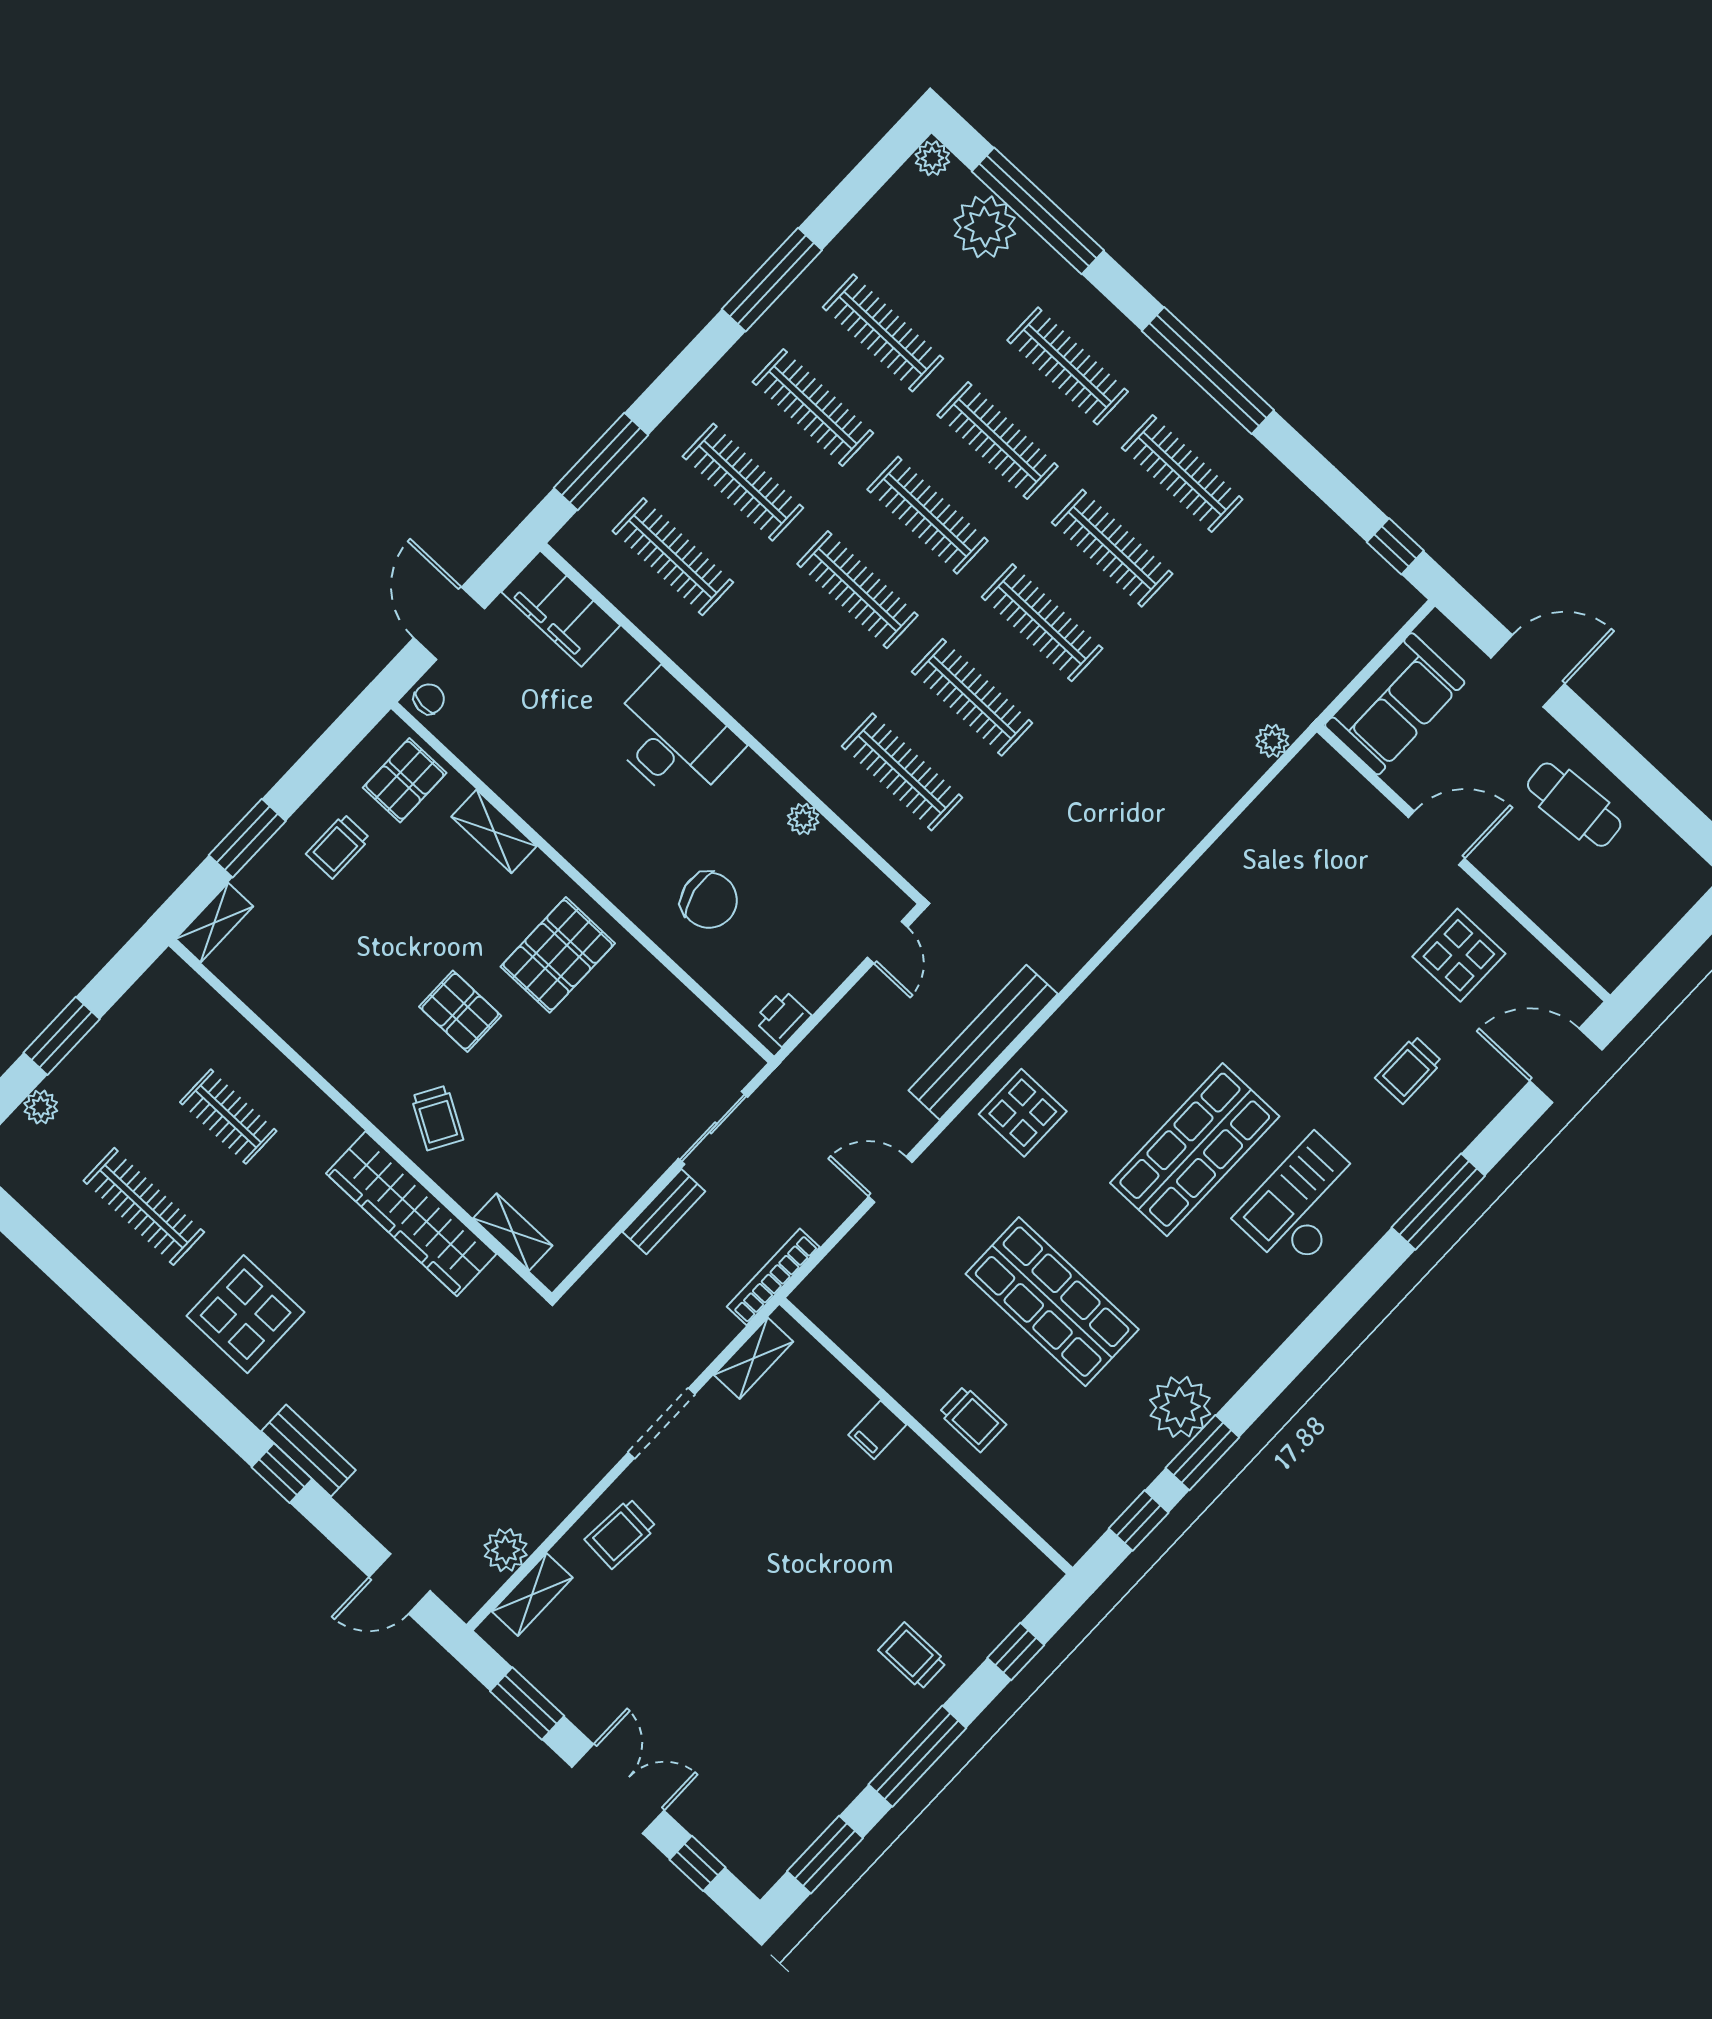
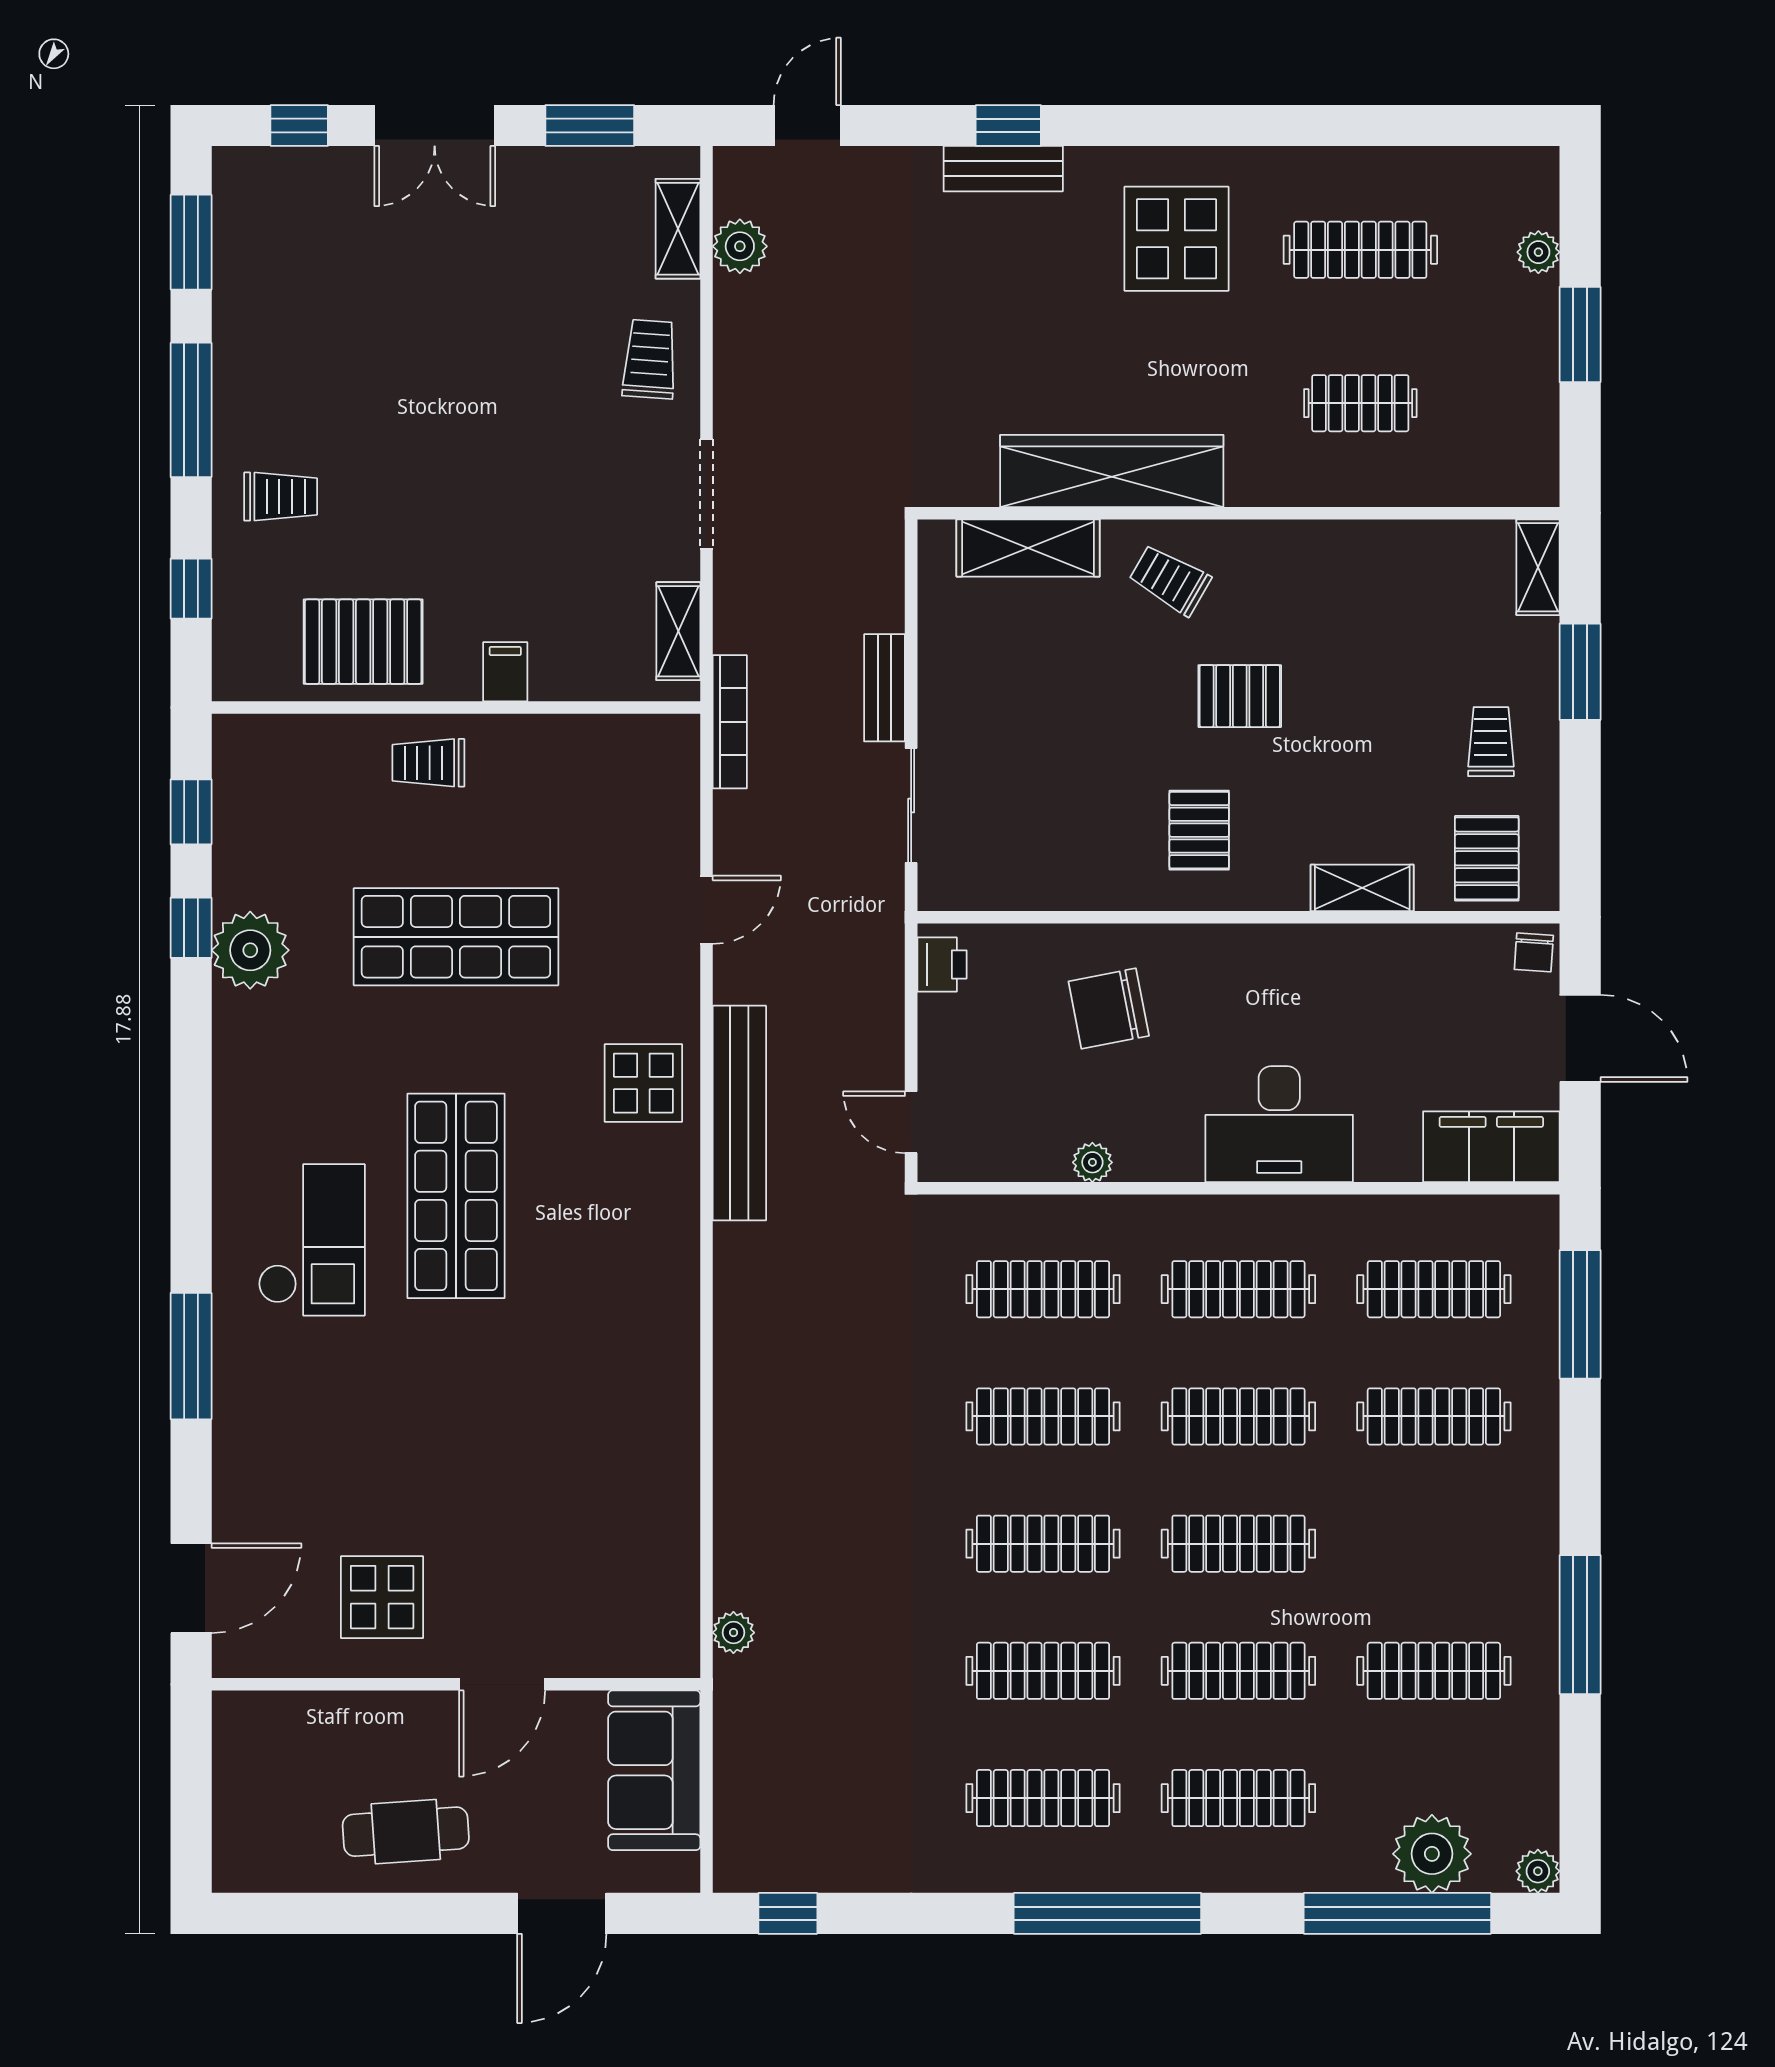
clothes rail: (813, 408) -> (1238, 1289), moved
pallet: (558, 955) -> (1199, 830), width x0.67, depth x0.71
trolley: (1409, 1070) -> (330, 1450), removed
shelving: (513, 1232) -> (1028, 548), width x1.50, depth x1.33
window: (1202, 1453) -> (191, 928), width x0.67
pallet: (944, 1526) -> (363, 642), added

